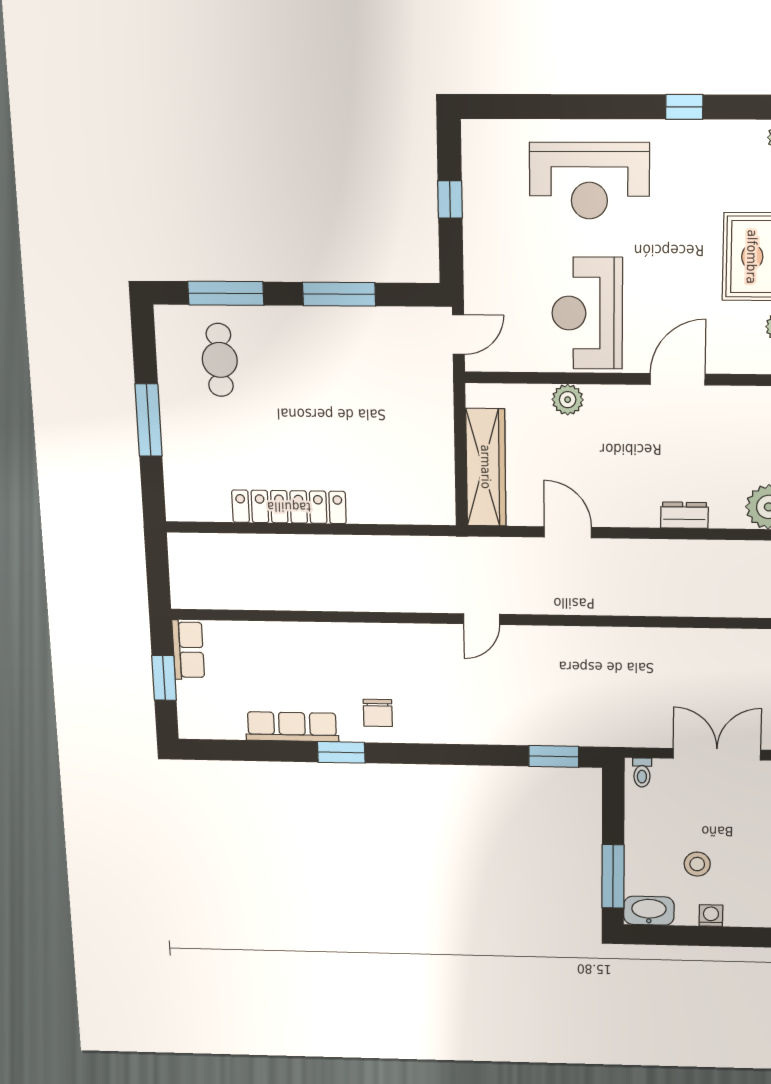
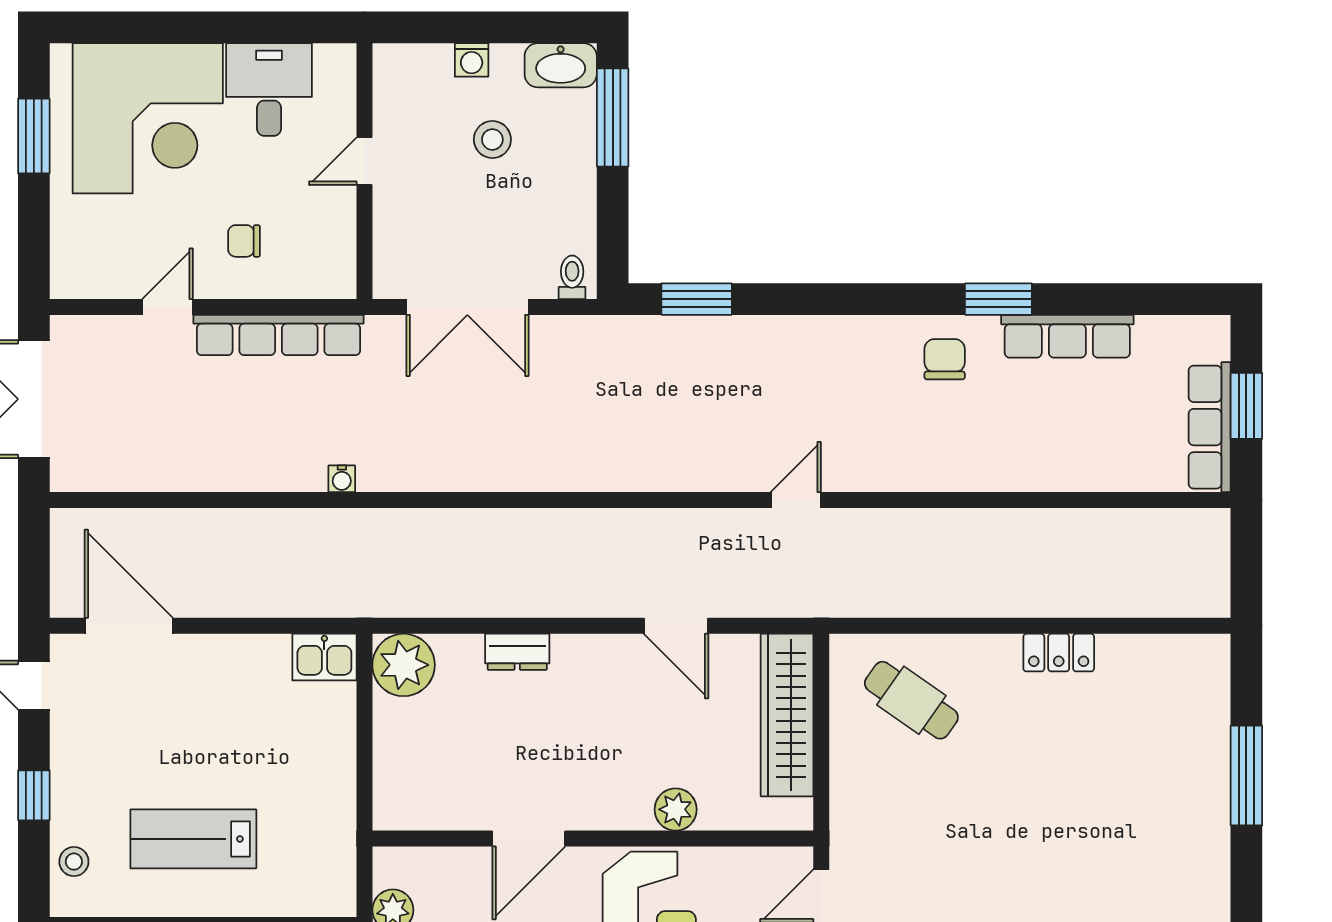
cafe table: (220, 360) -> (911, 700), moved, turned -55
locker: (289, 507) -> (1059, 653), width x0.46, depth x0.83
row of seats: (188, 650) -> (1210, 427), width x1.48

